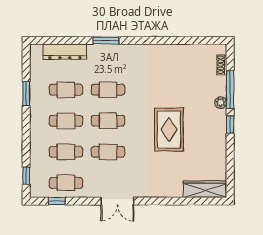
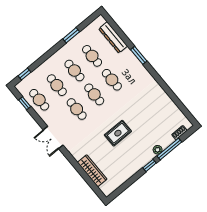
rug: (169, 130) -> (118, 133), width x0.73, depth x0.70
wardrobe: (205, 189) -> (92, 171), moved

